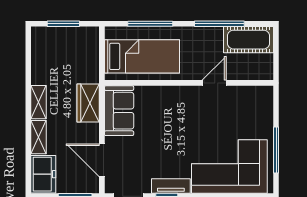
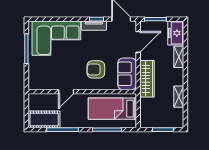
shelving: (39, 102) -> (179, 97), moved
wardrobe: (88, 103) -> (147, 79), width x1.50
armchair: (168, 117) -> (96, 69), added
door: (102, 160) -> (138, 42), hinge flipped

